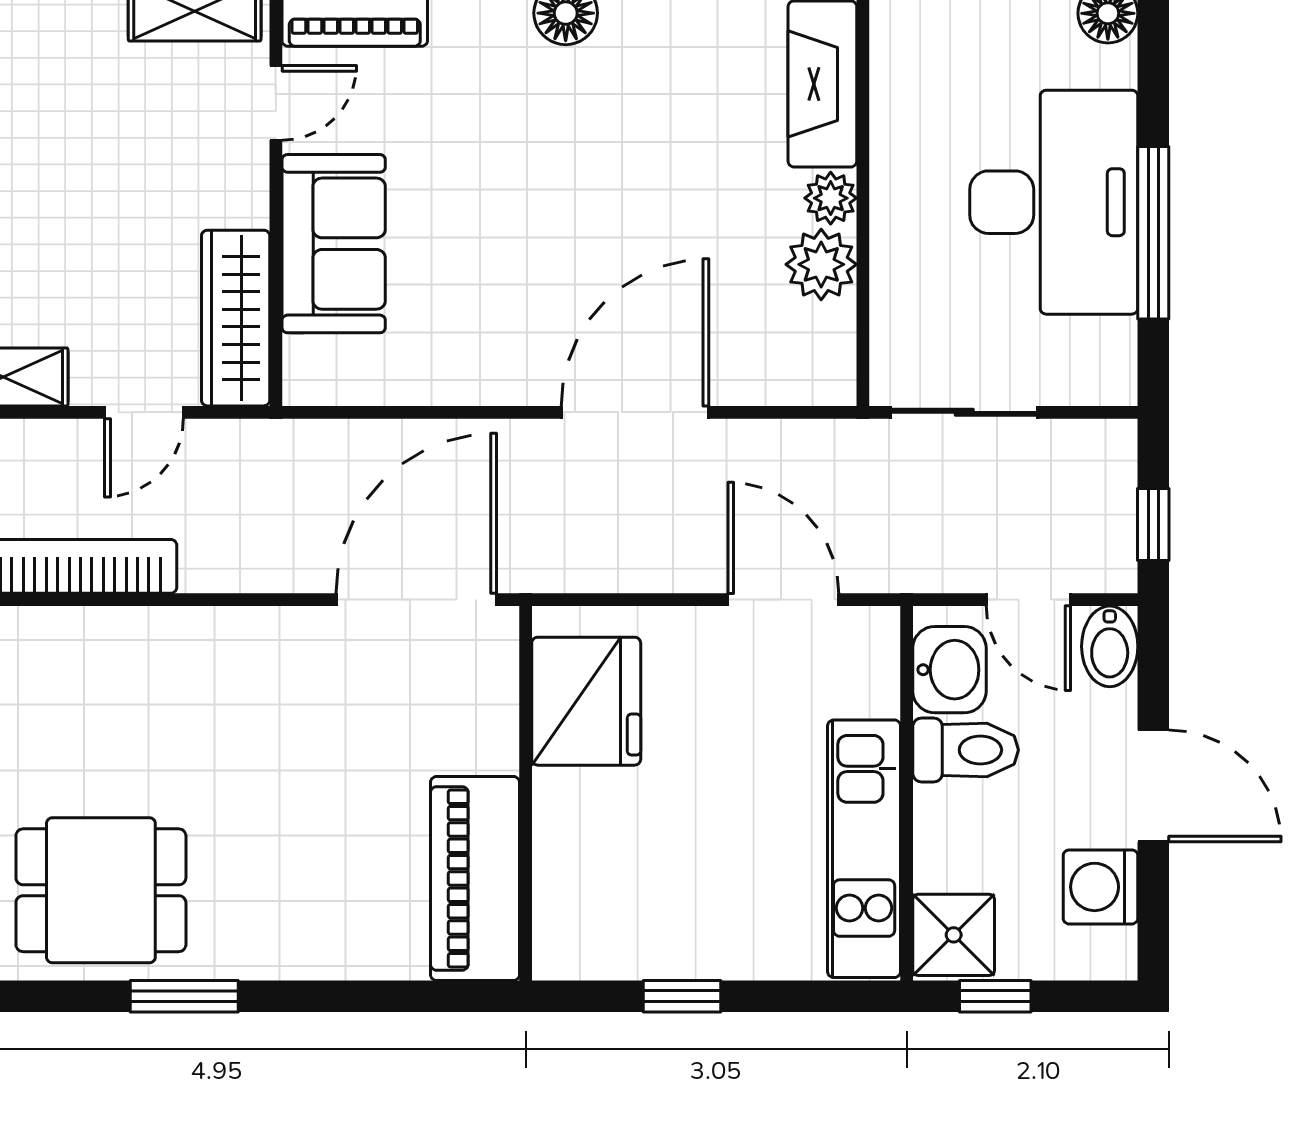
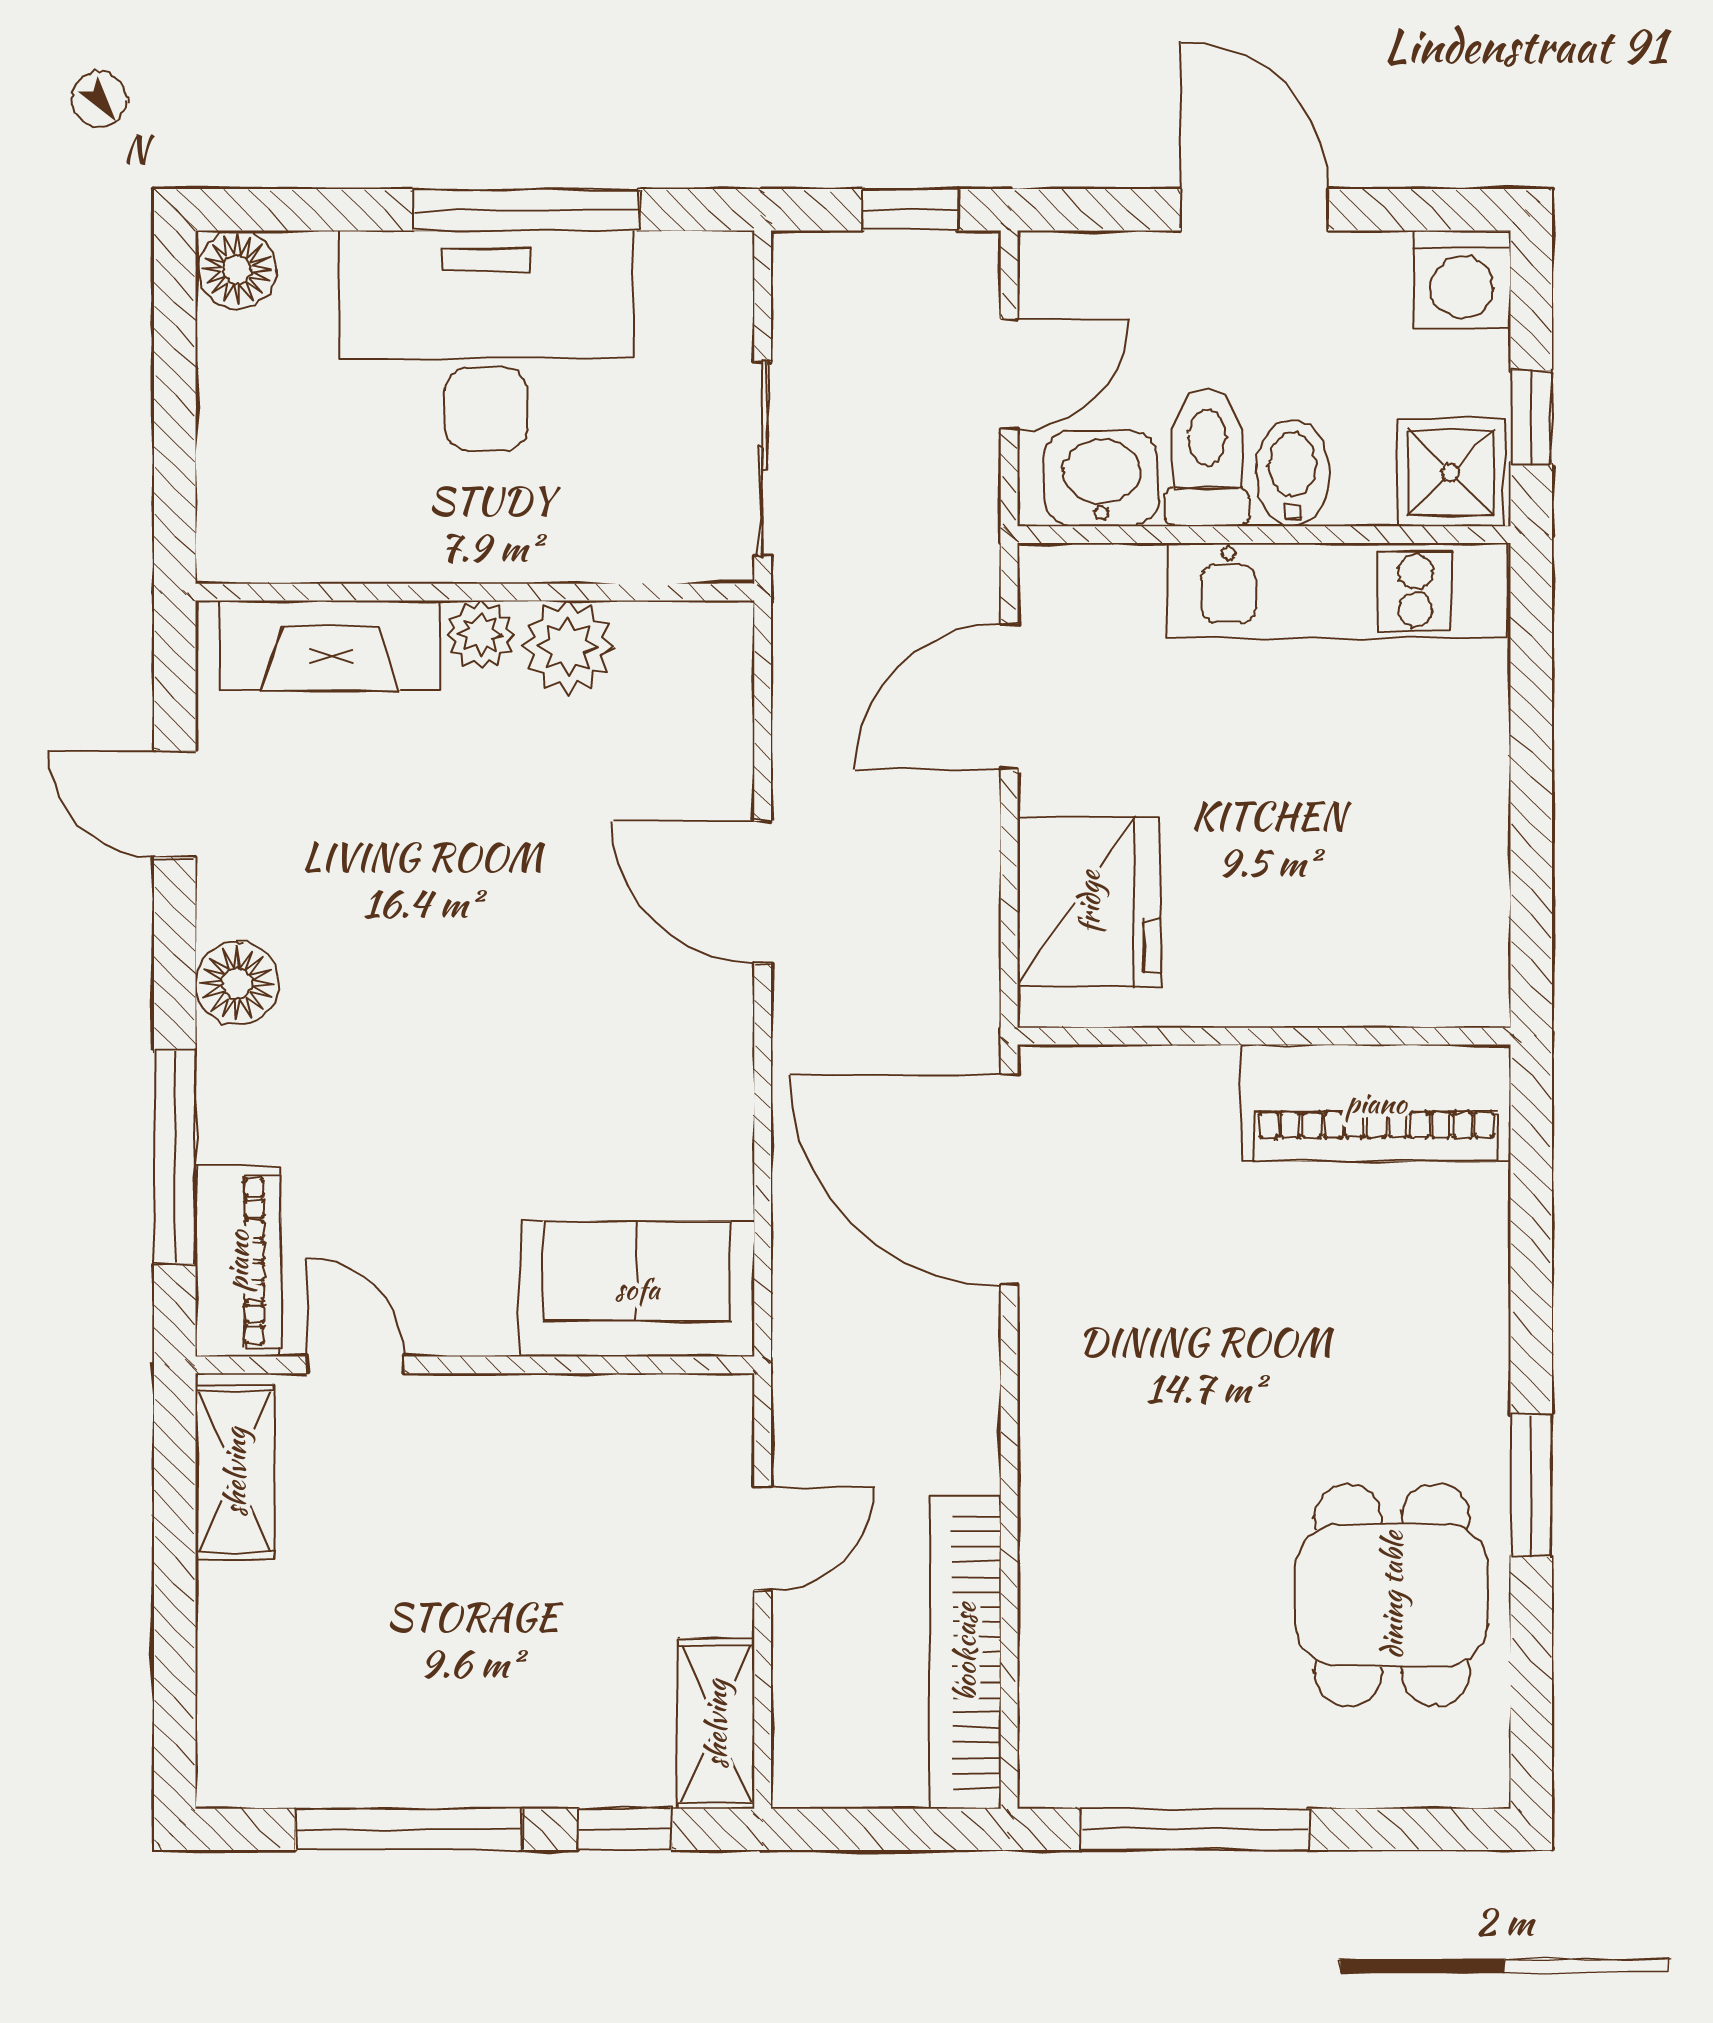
sofa: (334, 244) -> (637, 1289), moved
wardrobe: (236, 318) -> (638, 1418), removed
door: (144, 412) -> (763, 1538), hinge flipped
door: (635, 412) -> (763, 892), width x0.73
bidet: (1110, 646) -> (1293, 473), moved, turned -90
fridge: (586, 701) -> (1089, 902), moved, turned 90
door: (1153, 786) -> (1254, 210), hinge flipped
washing machine: (1100, 887) -> (1462, 279), moved
window: (682, 996) -> (1531, 830), removed

